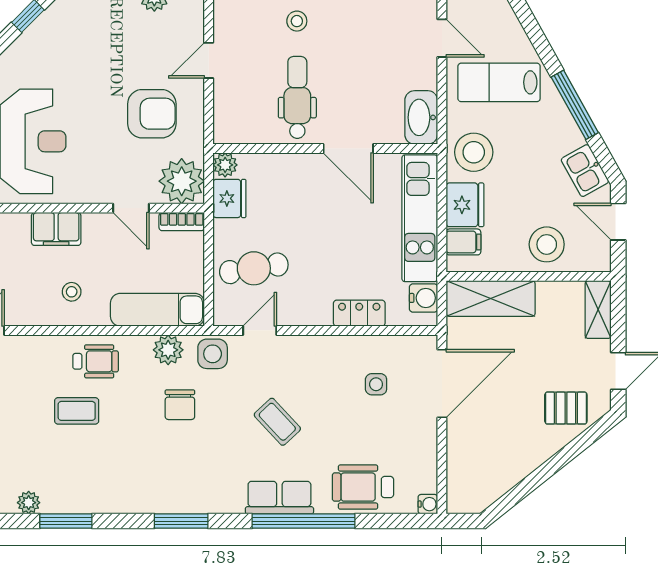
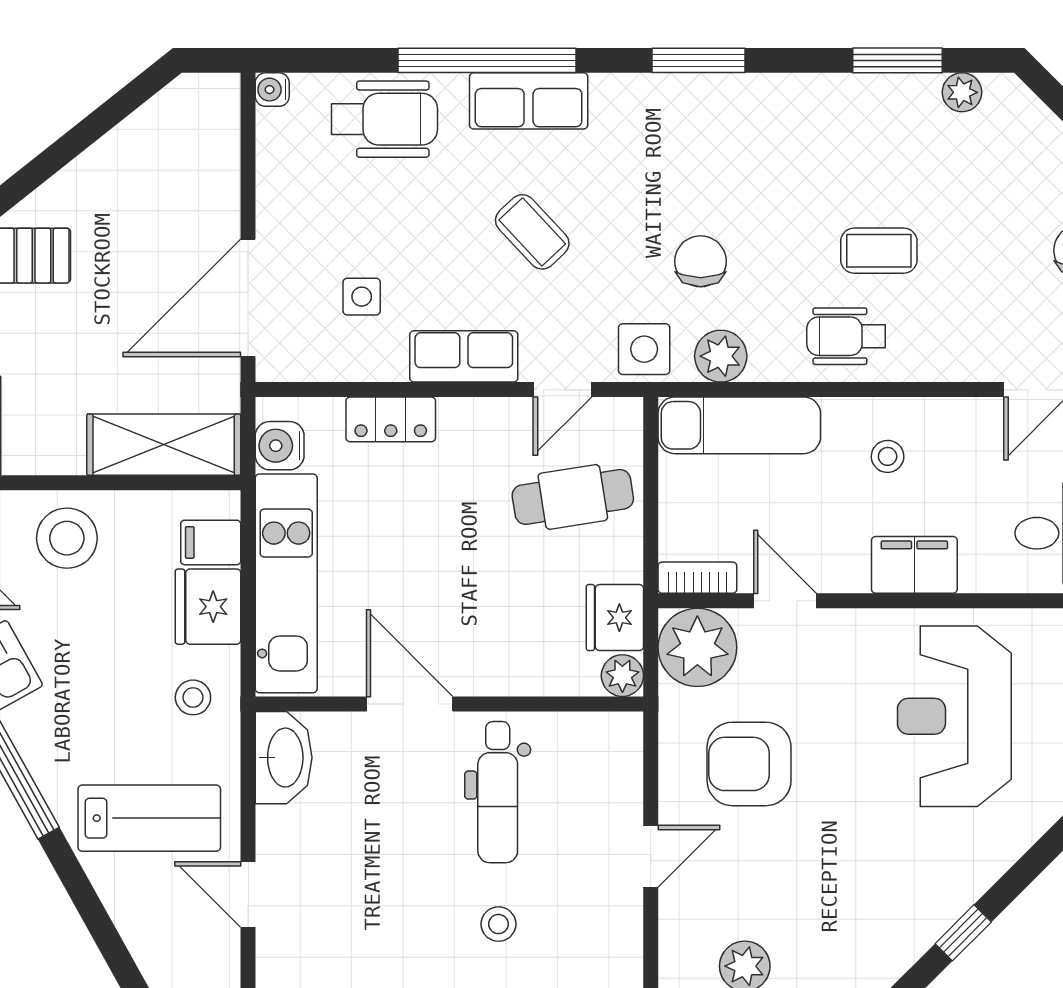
stool: (474, 152) -> (193, 697), width x0.53, depth x0.53
row of seats: (317, 350) -> (464, 356), added

